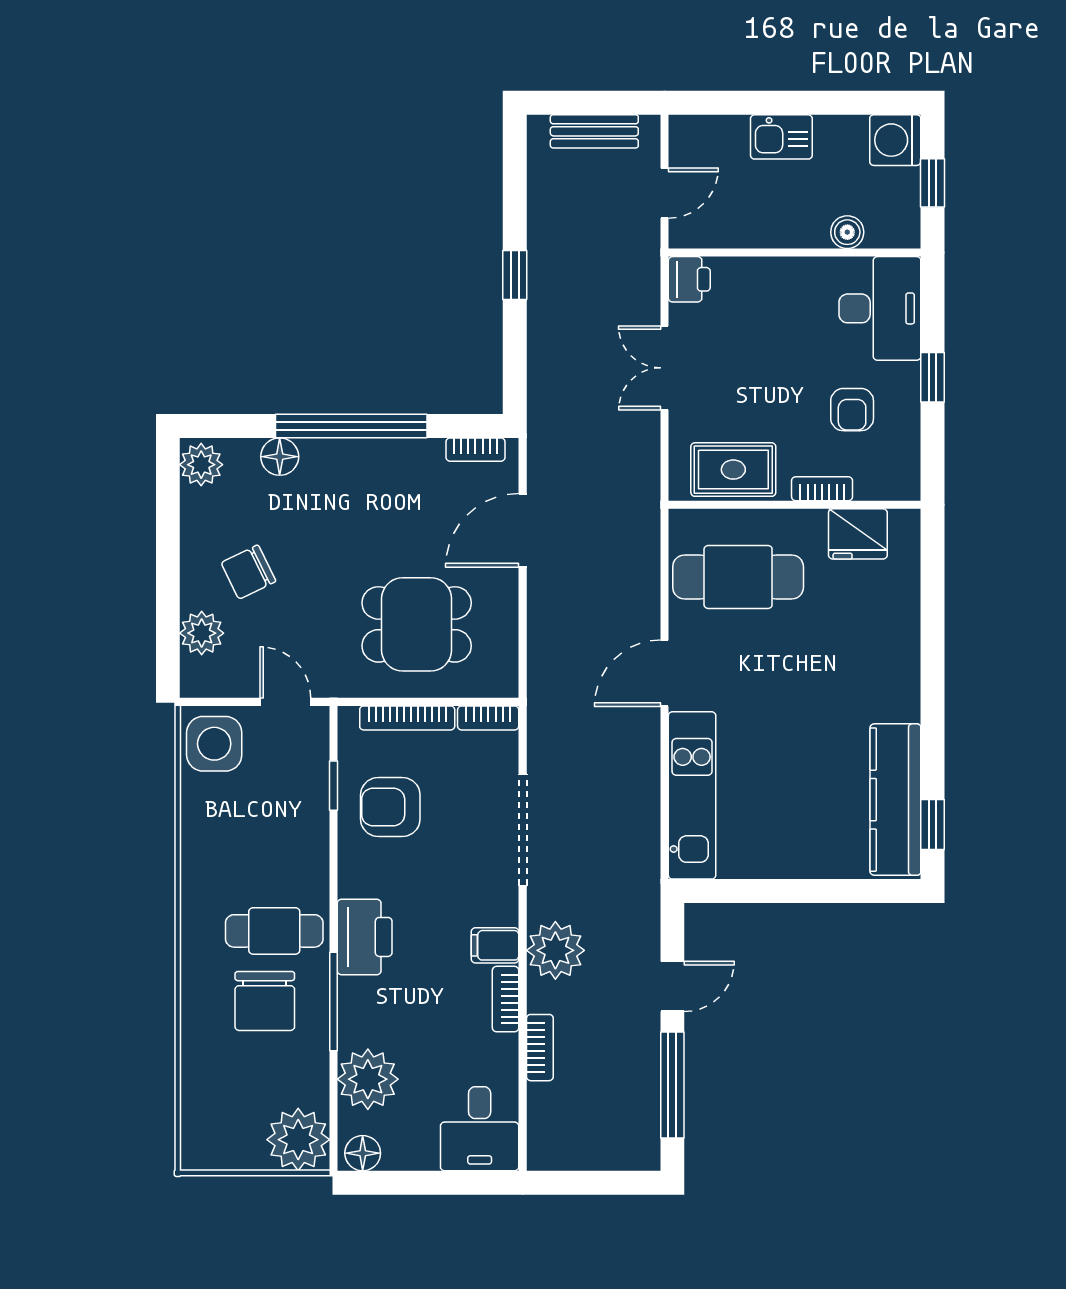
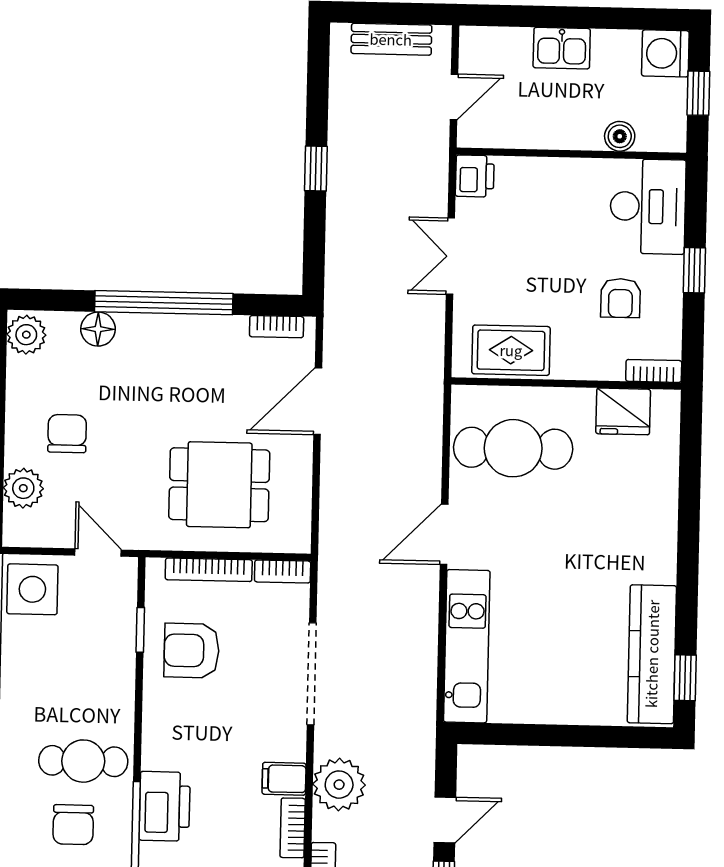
bookcase: (822, 489) -> (654, 371), moved
chair: (248, 572) -> (67, 434), turned 116
printer: (365, 937) -> (165, 806), moved
chair: (265, 1001) -> (73, 825), width x0.73, depth x0.73

